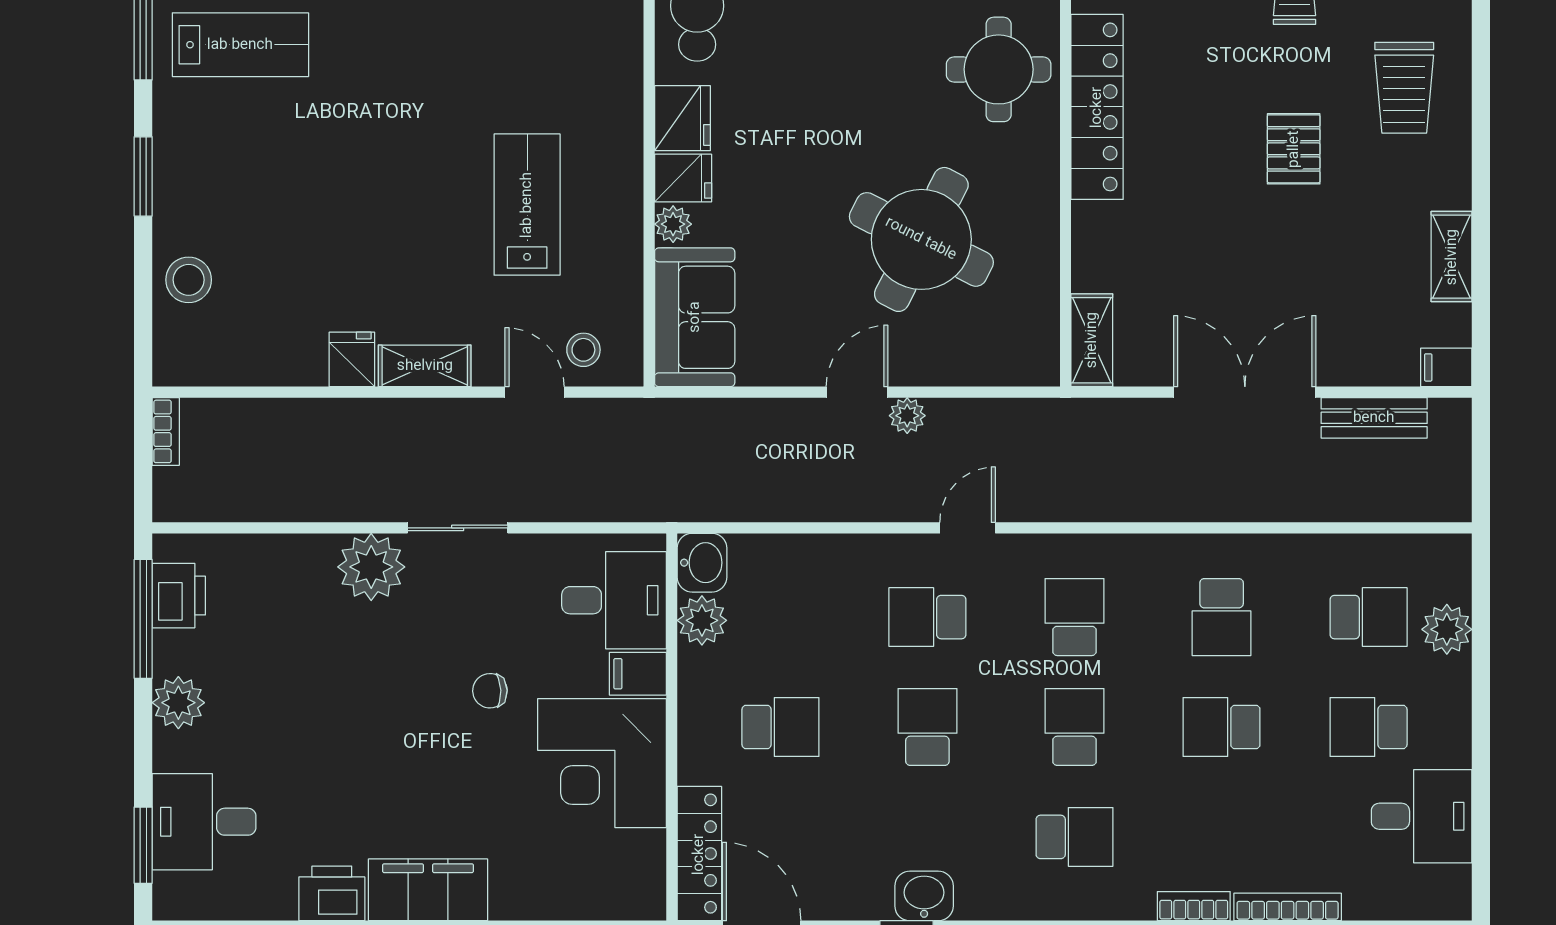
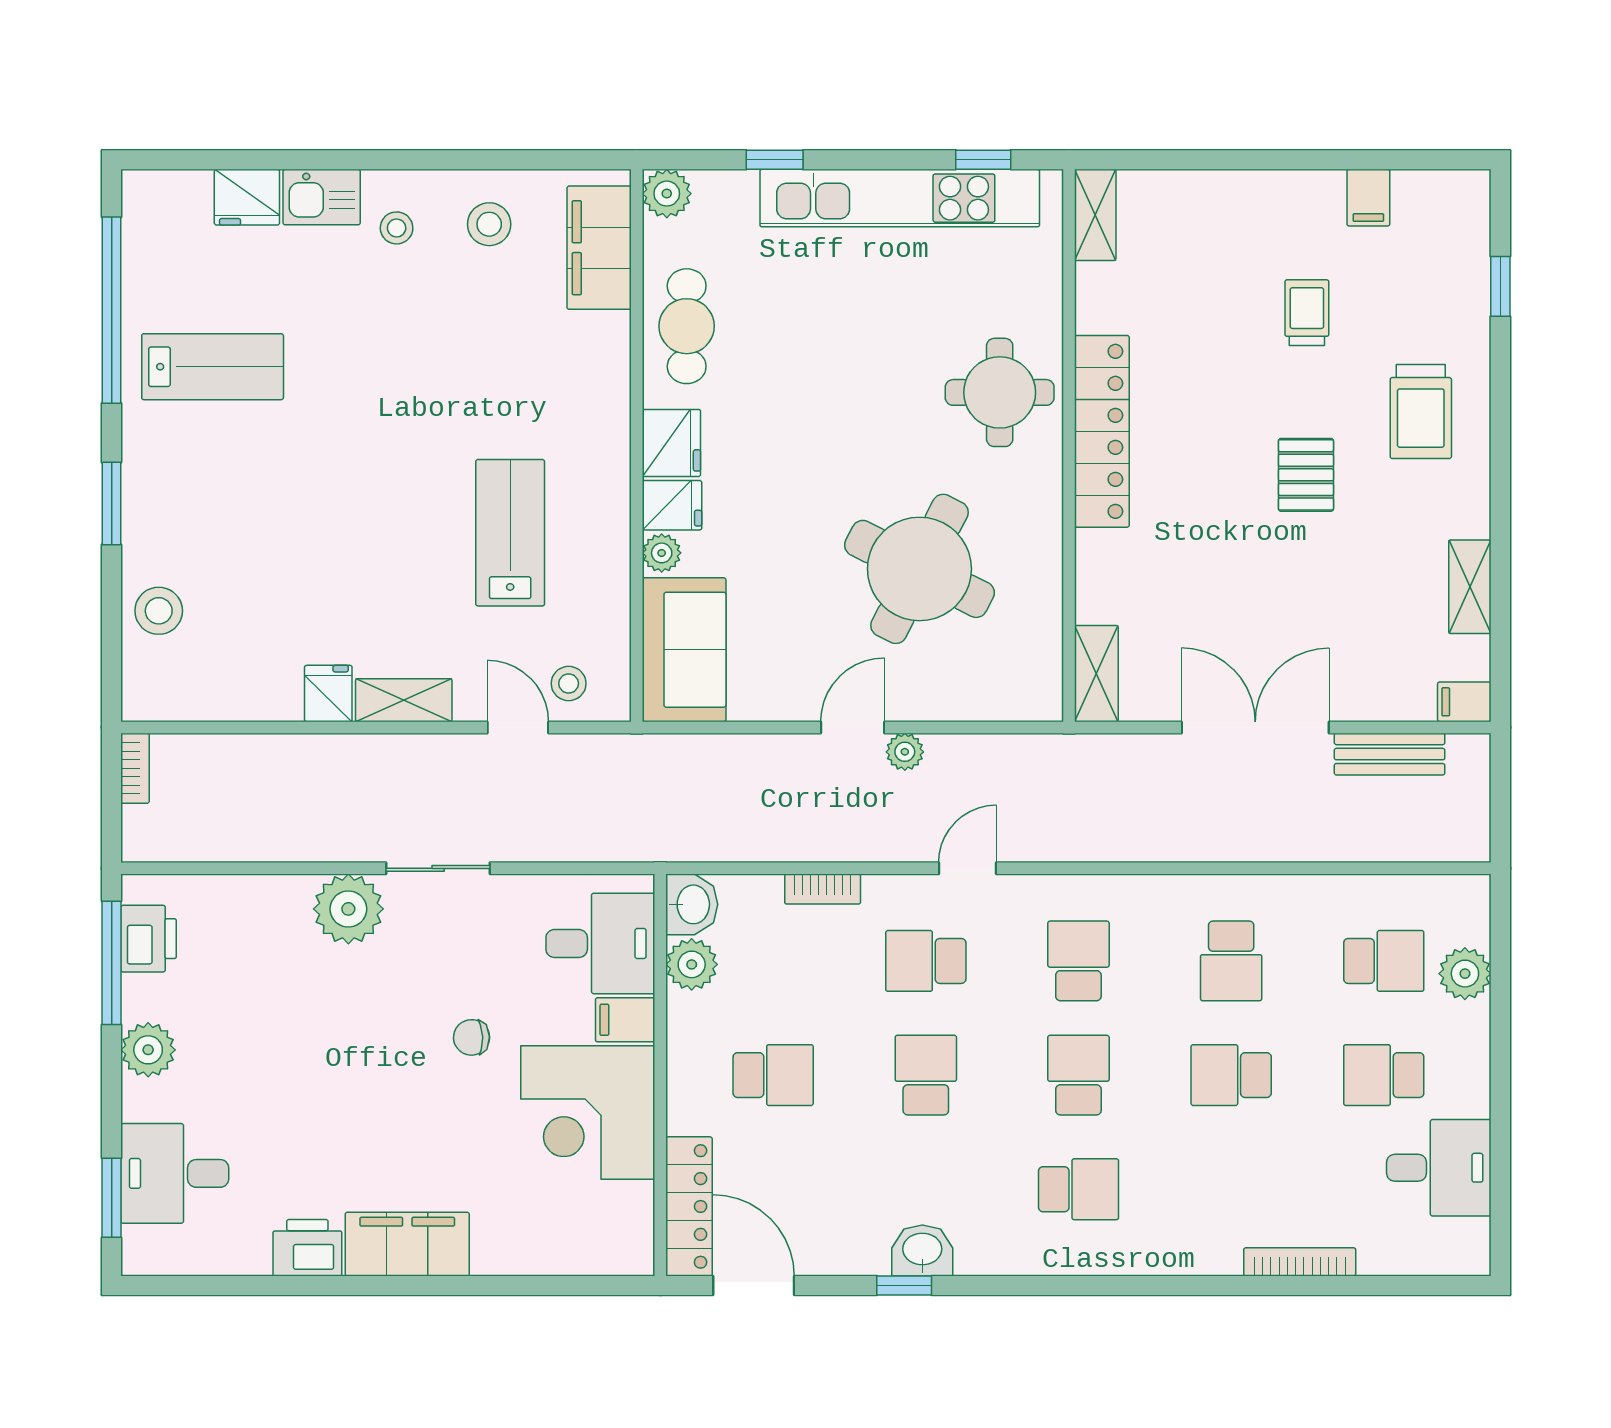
bookcase: (1194, 906) -> (823, 889), moved, turned 180

